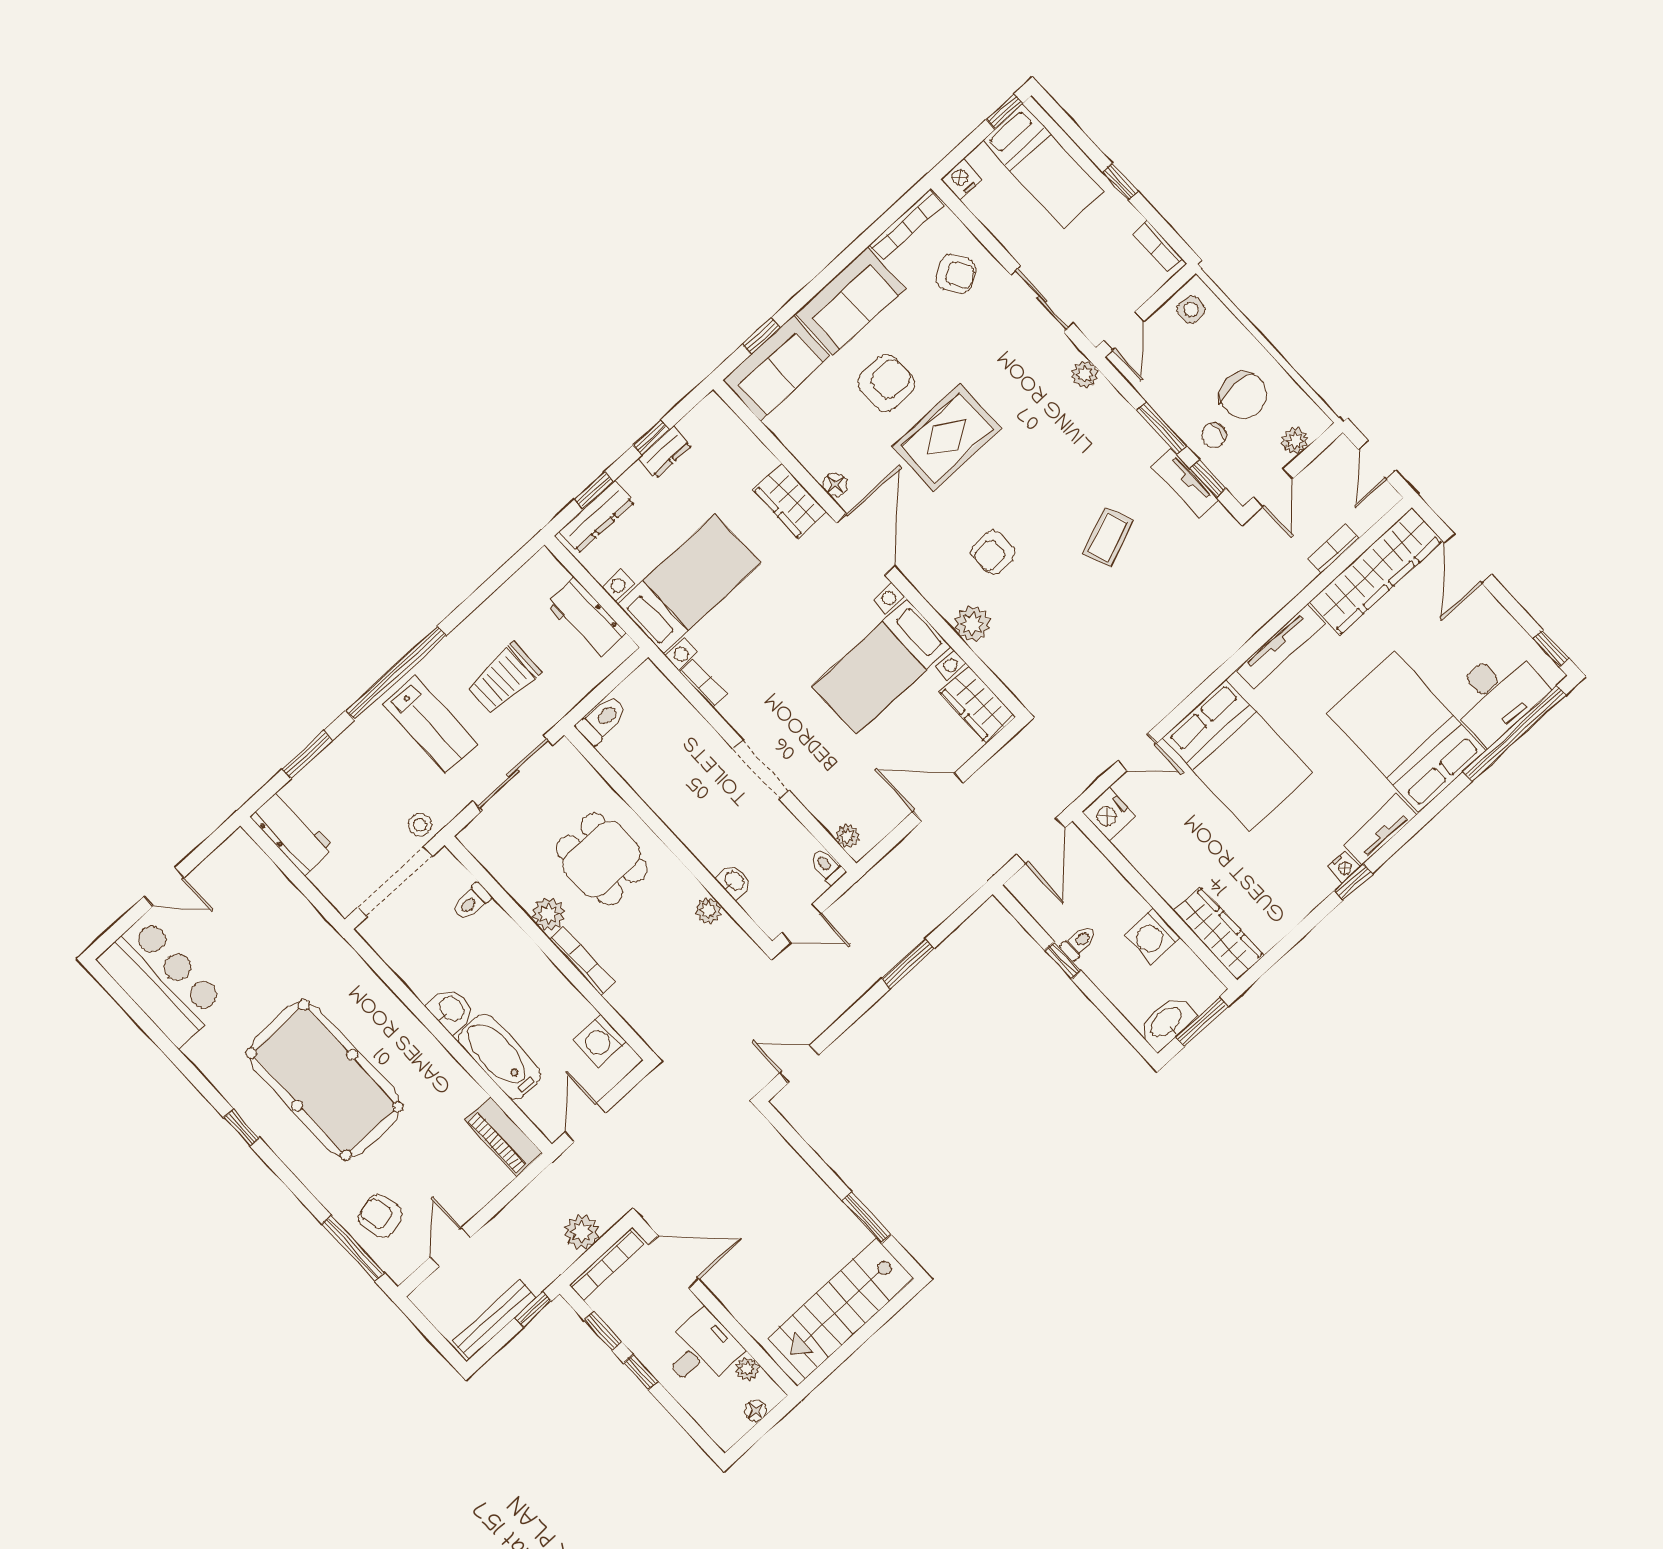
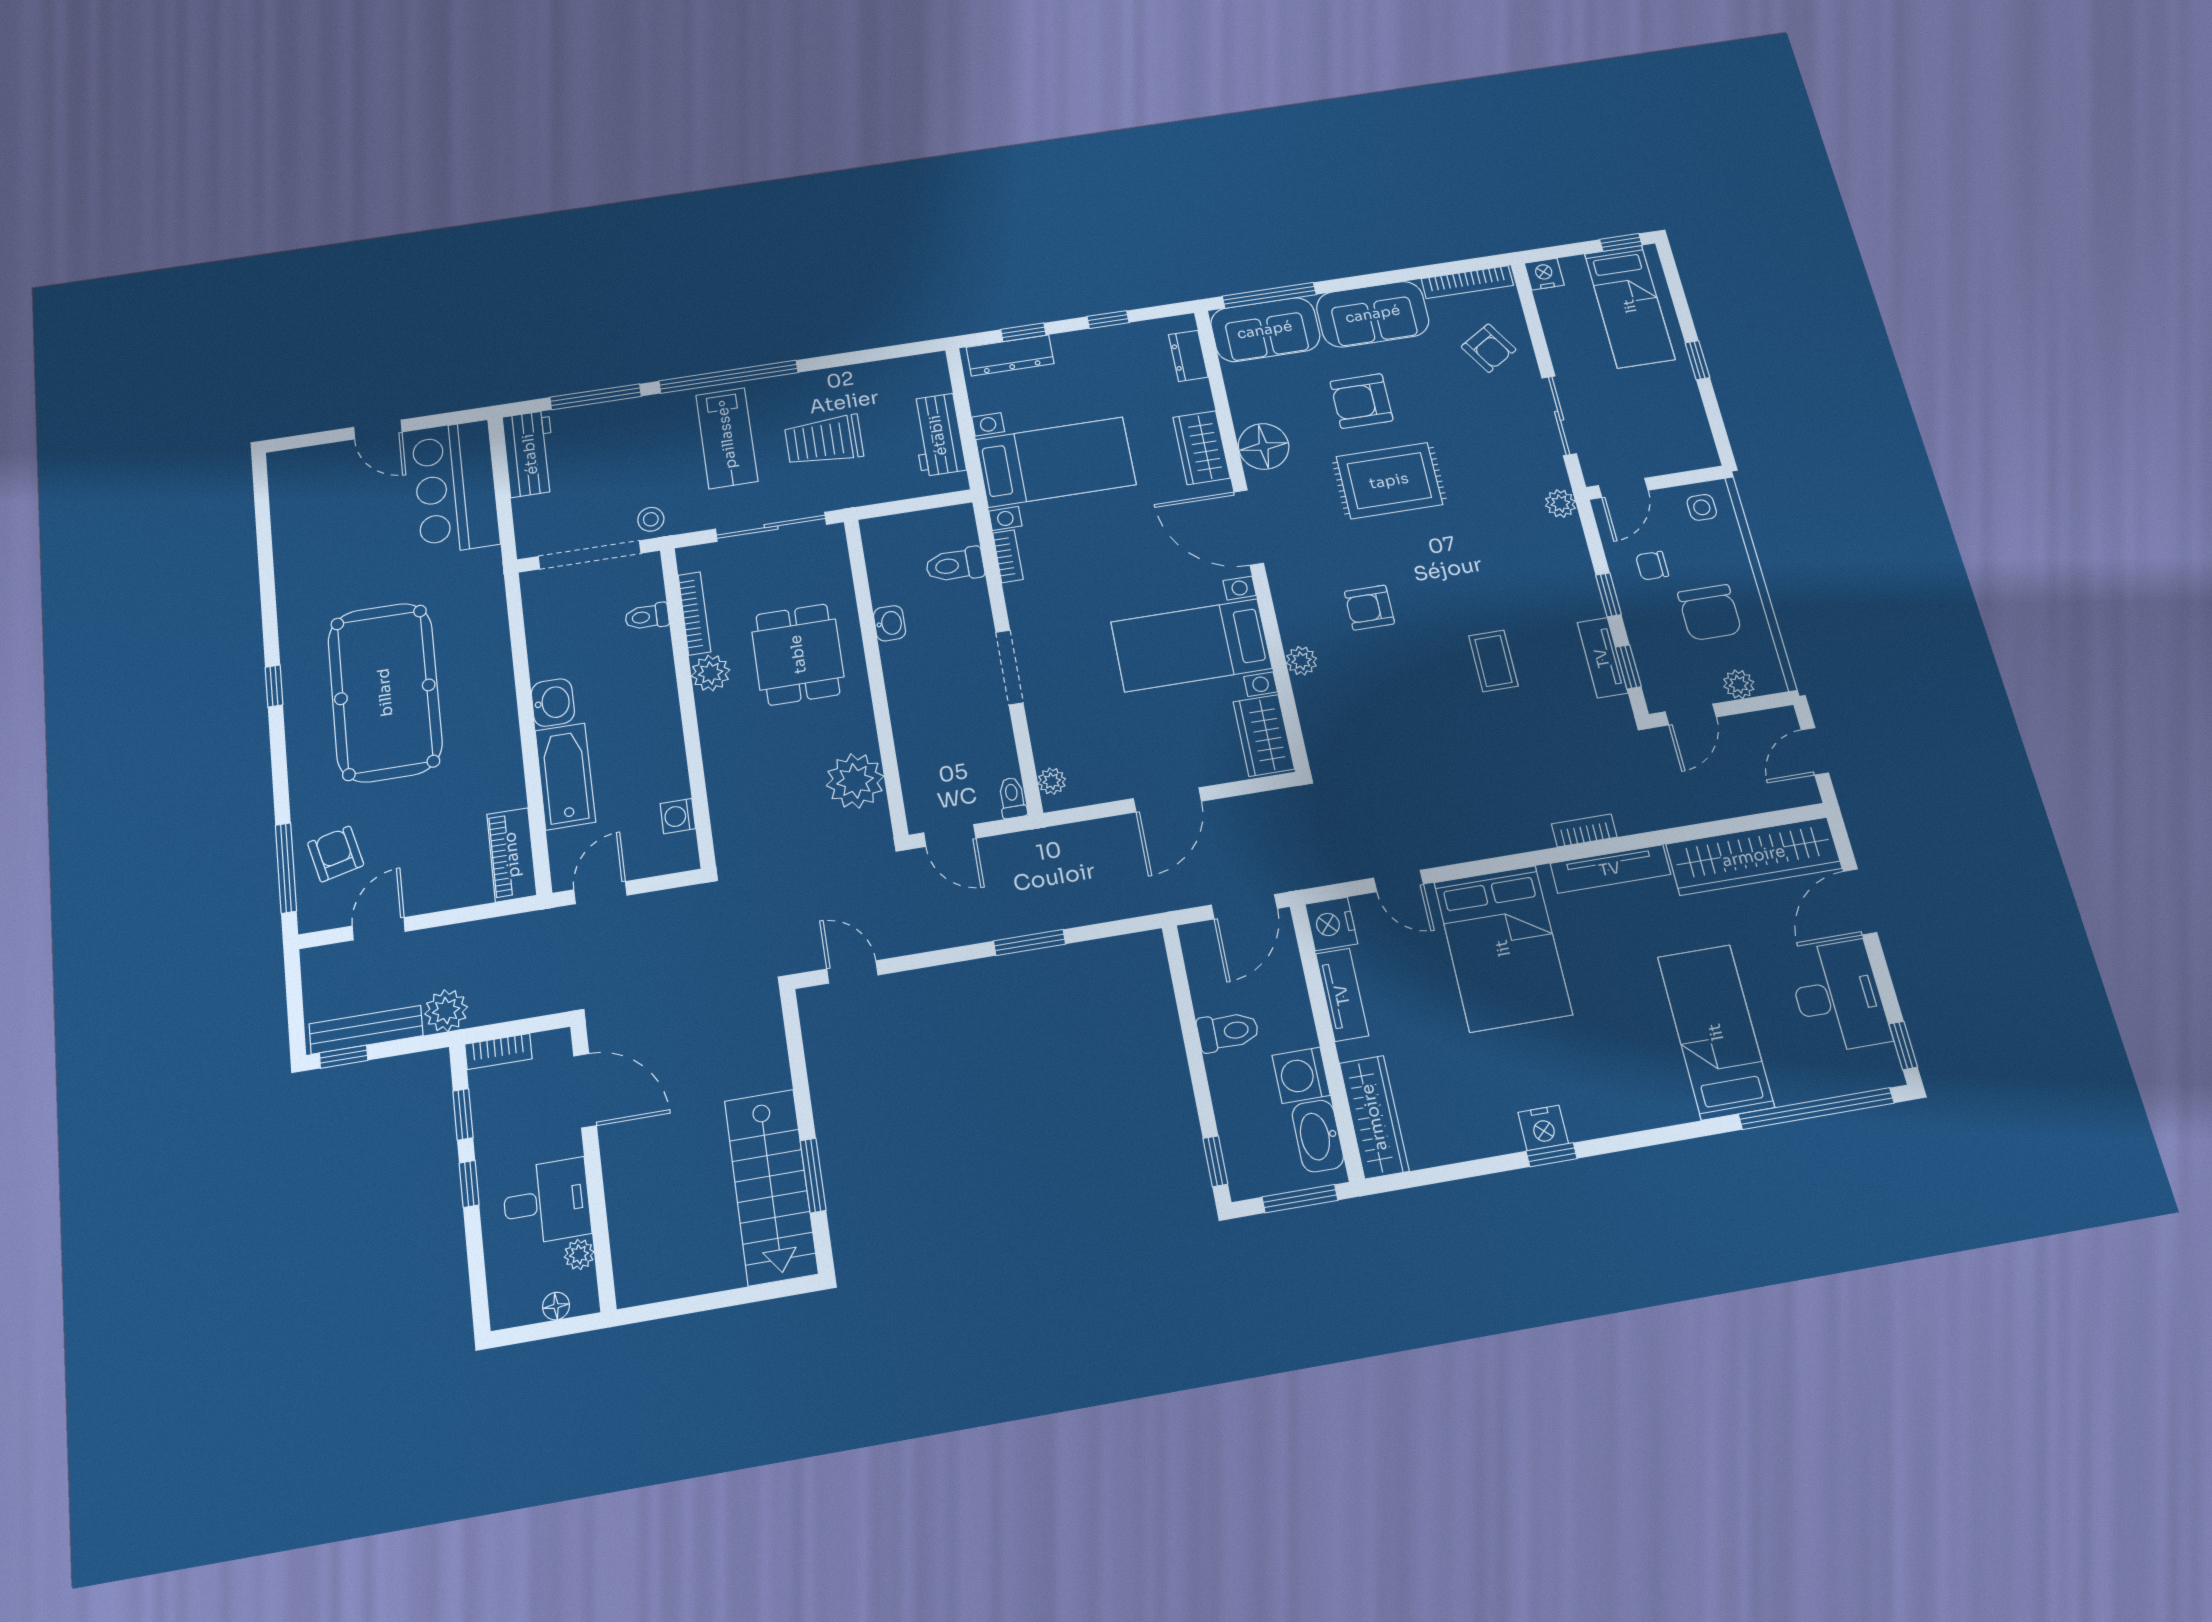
bookcase: (1158, 247) -> (1701, 435), removed
window: (761, 336) -> (1269, 295), width x2.17
armchair: (886, 383) -> (1361, 401), turned 180
window: (1162, 428) -> (1608, 595), width x0.67
chair: (1214, 435) -> (1652, 566), moved
dresser: (665, 452) -> (1188, 356), moved, turned 90
floor lamp: (835, 485) -> (1264, 446), width x1.89, depth x1.89
coffee table: (1108, 537) -> (1493, 661), turned -68
door: (866, 545) -> (1249, 528), swing flipped
bookcase: (1333, 548) -> (1584, 830), moved
plant: (972, 624) -> (1301, 661), width x0.73, depth x0.73
desk: (1497, 694) -> (1838, 996), moved, turned -90
toilet: (602, 720) -> (955, 565), moved, turned 180
bed: (1406, 732) -> (1716, 1032), width x0.67
window: (307, 755) -> (596, 397), width x1.44
door: (938, 797) -> (1167, 800), swing flipped
tv unit: (1380, 830) -> (1342, 995), moved, turned 90
nightstand: (1344, 867) -> (1543, 1128), width x1.39, depth x1.35
washbasin: (734, 881) -> (890, 623), moved
plant: (708, 910) -> (855, 781), width x1.87, depth x1.87
toilet: (1079, 943) -> (1228, 1031), width x1.37, depth x1.39
window: (1063, 960) -> (1215, 1161), moved
bookcase: (582, 961) -> (694, 613), moved
bar counter: (162, 981) -> (456, 487), moved, turned 180
washbasin: (1167, 1023) -> (1318, 1136), moved, turned -90
washing machine: (600, 1041) -> (678, 816), width x0.73, depth x0.73
plant: (582, 1232) -> (446, 1011), moved
bookcase: (607, 1265) -> (498, 1052), width x0.64
stairs: (841, 1308) -> (771, 1187), moved, turned -90
window: (533, 1309) -> (344, 1057), moved

